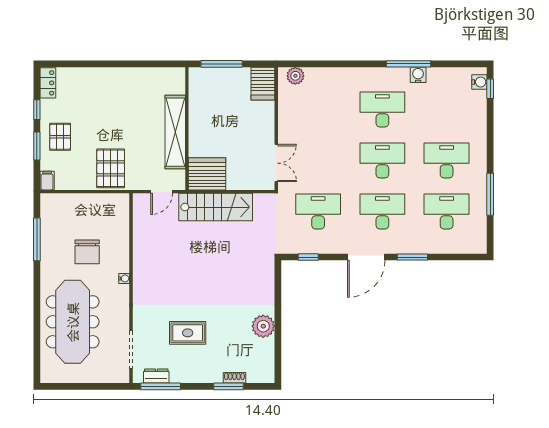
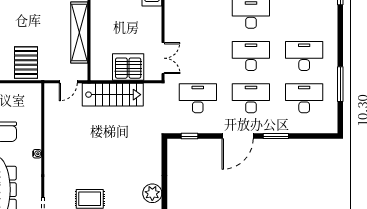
server rack: (207, 174) -> (128, 67), moved

